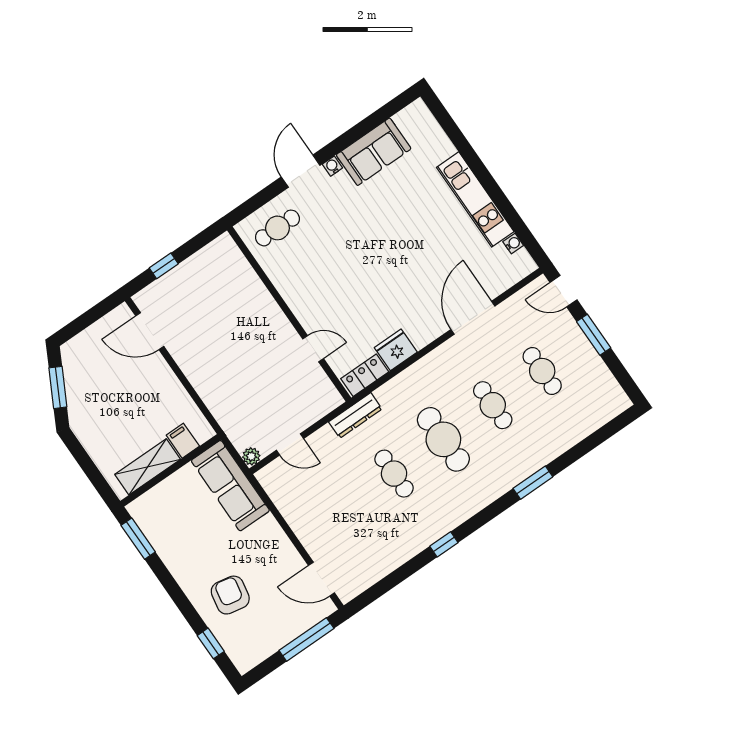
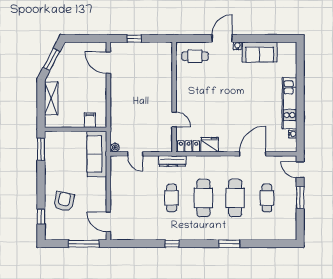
cafe table: (493, 405) -> (235, 198), width x1.37, depth x1.35
shelving: (148, 467) -> (51, 98), moved, turned 90

